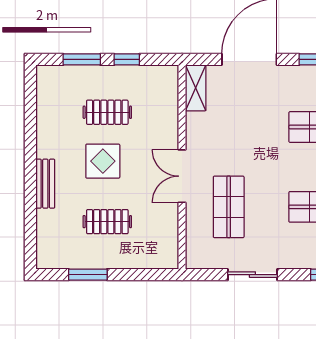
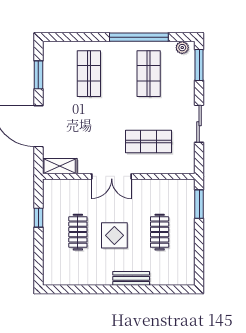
window: (82, 59) -> (38, 251), removed
double door: (182, 176) -> (112, 176), moved
window: (88, 275) -> (199, 204), moved

